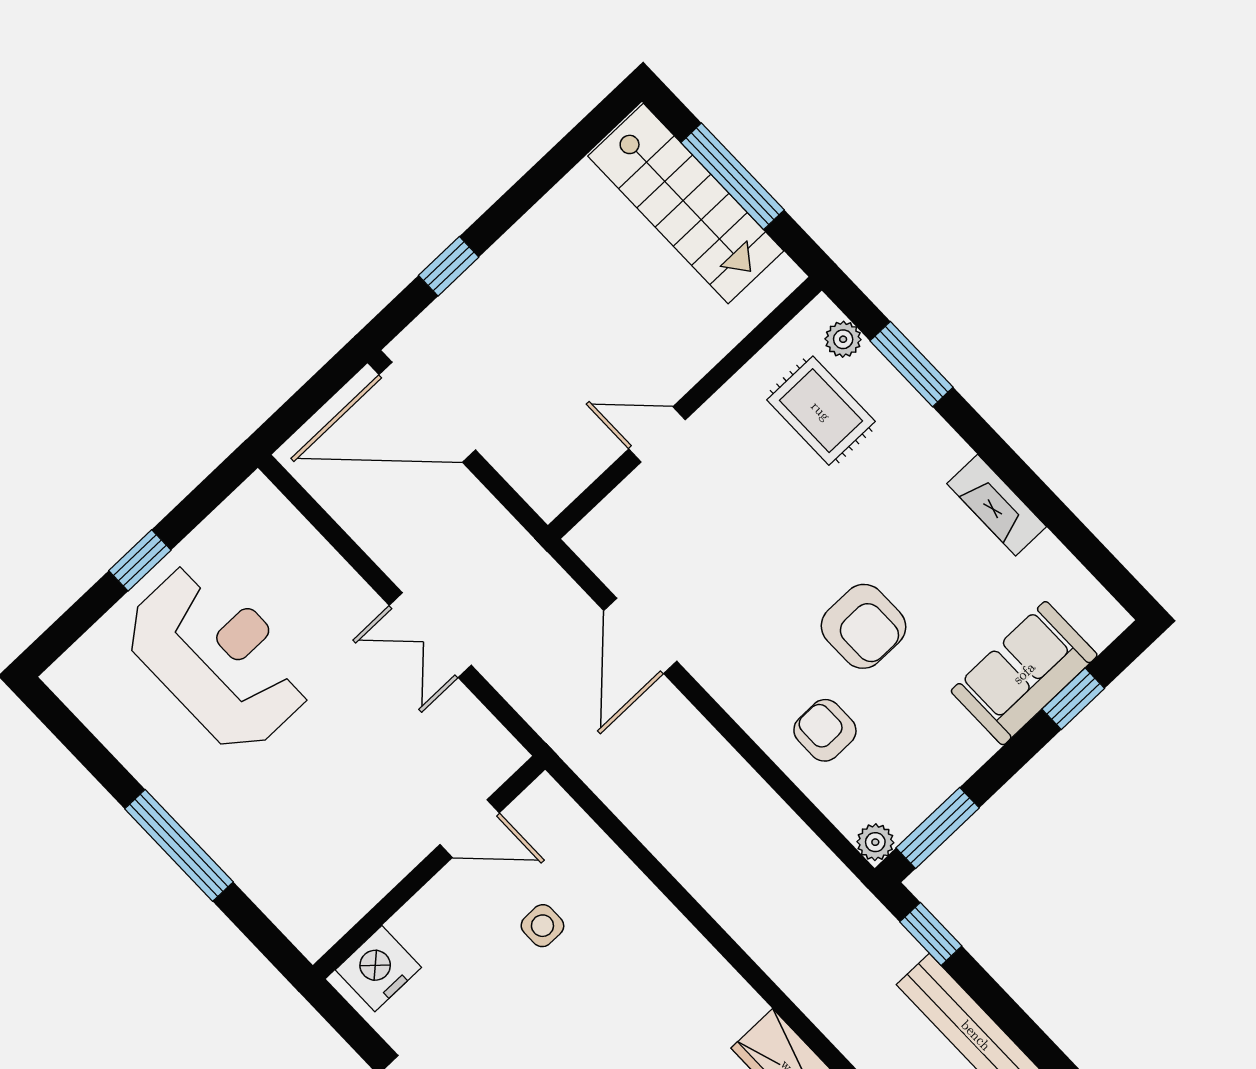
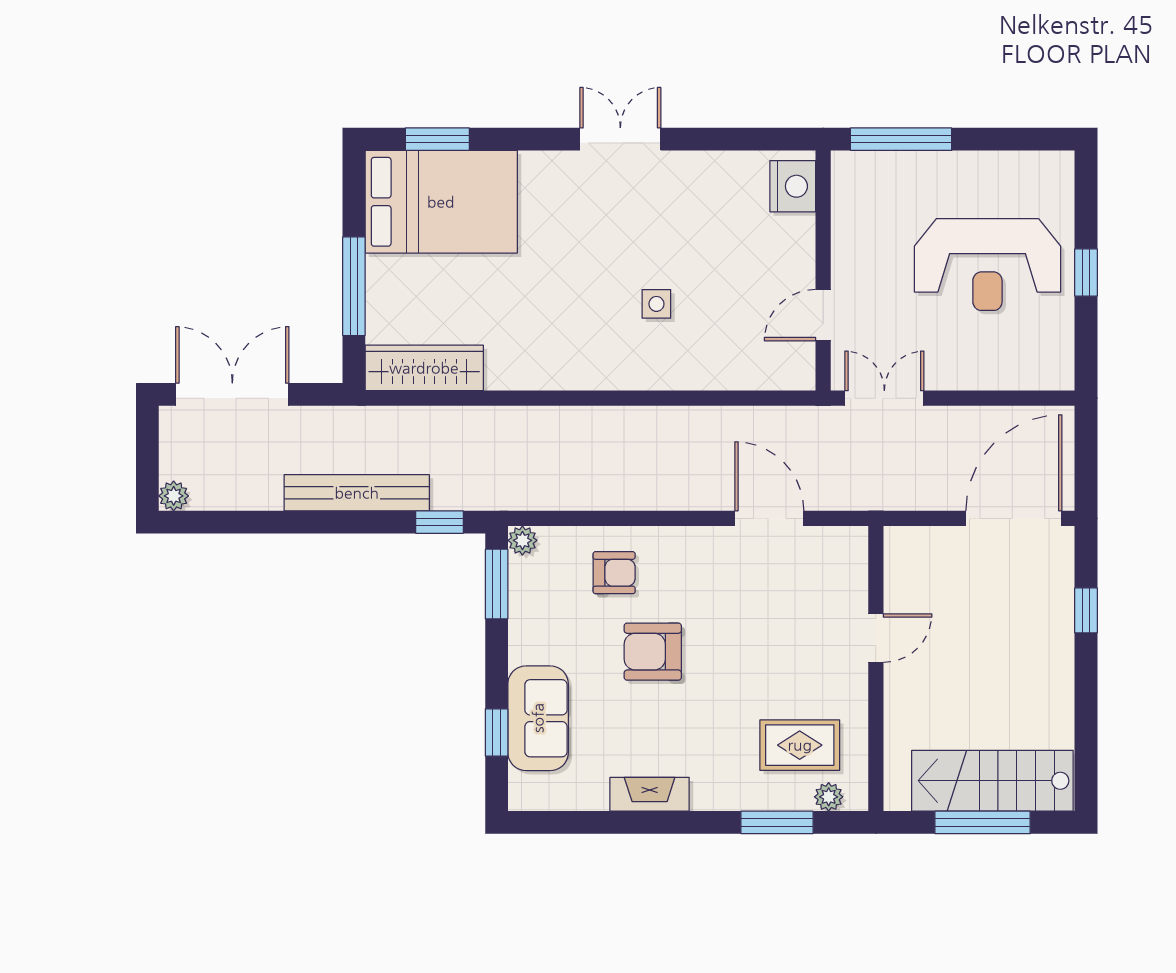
door: (470, 829) -> (823, 315), moved
wall: (429, 867) -> (823, 271), moved
nightstand: (378, 969) -> (793, 186), moved

